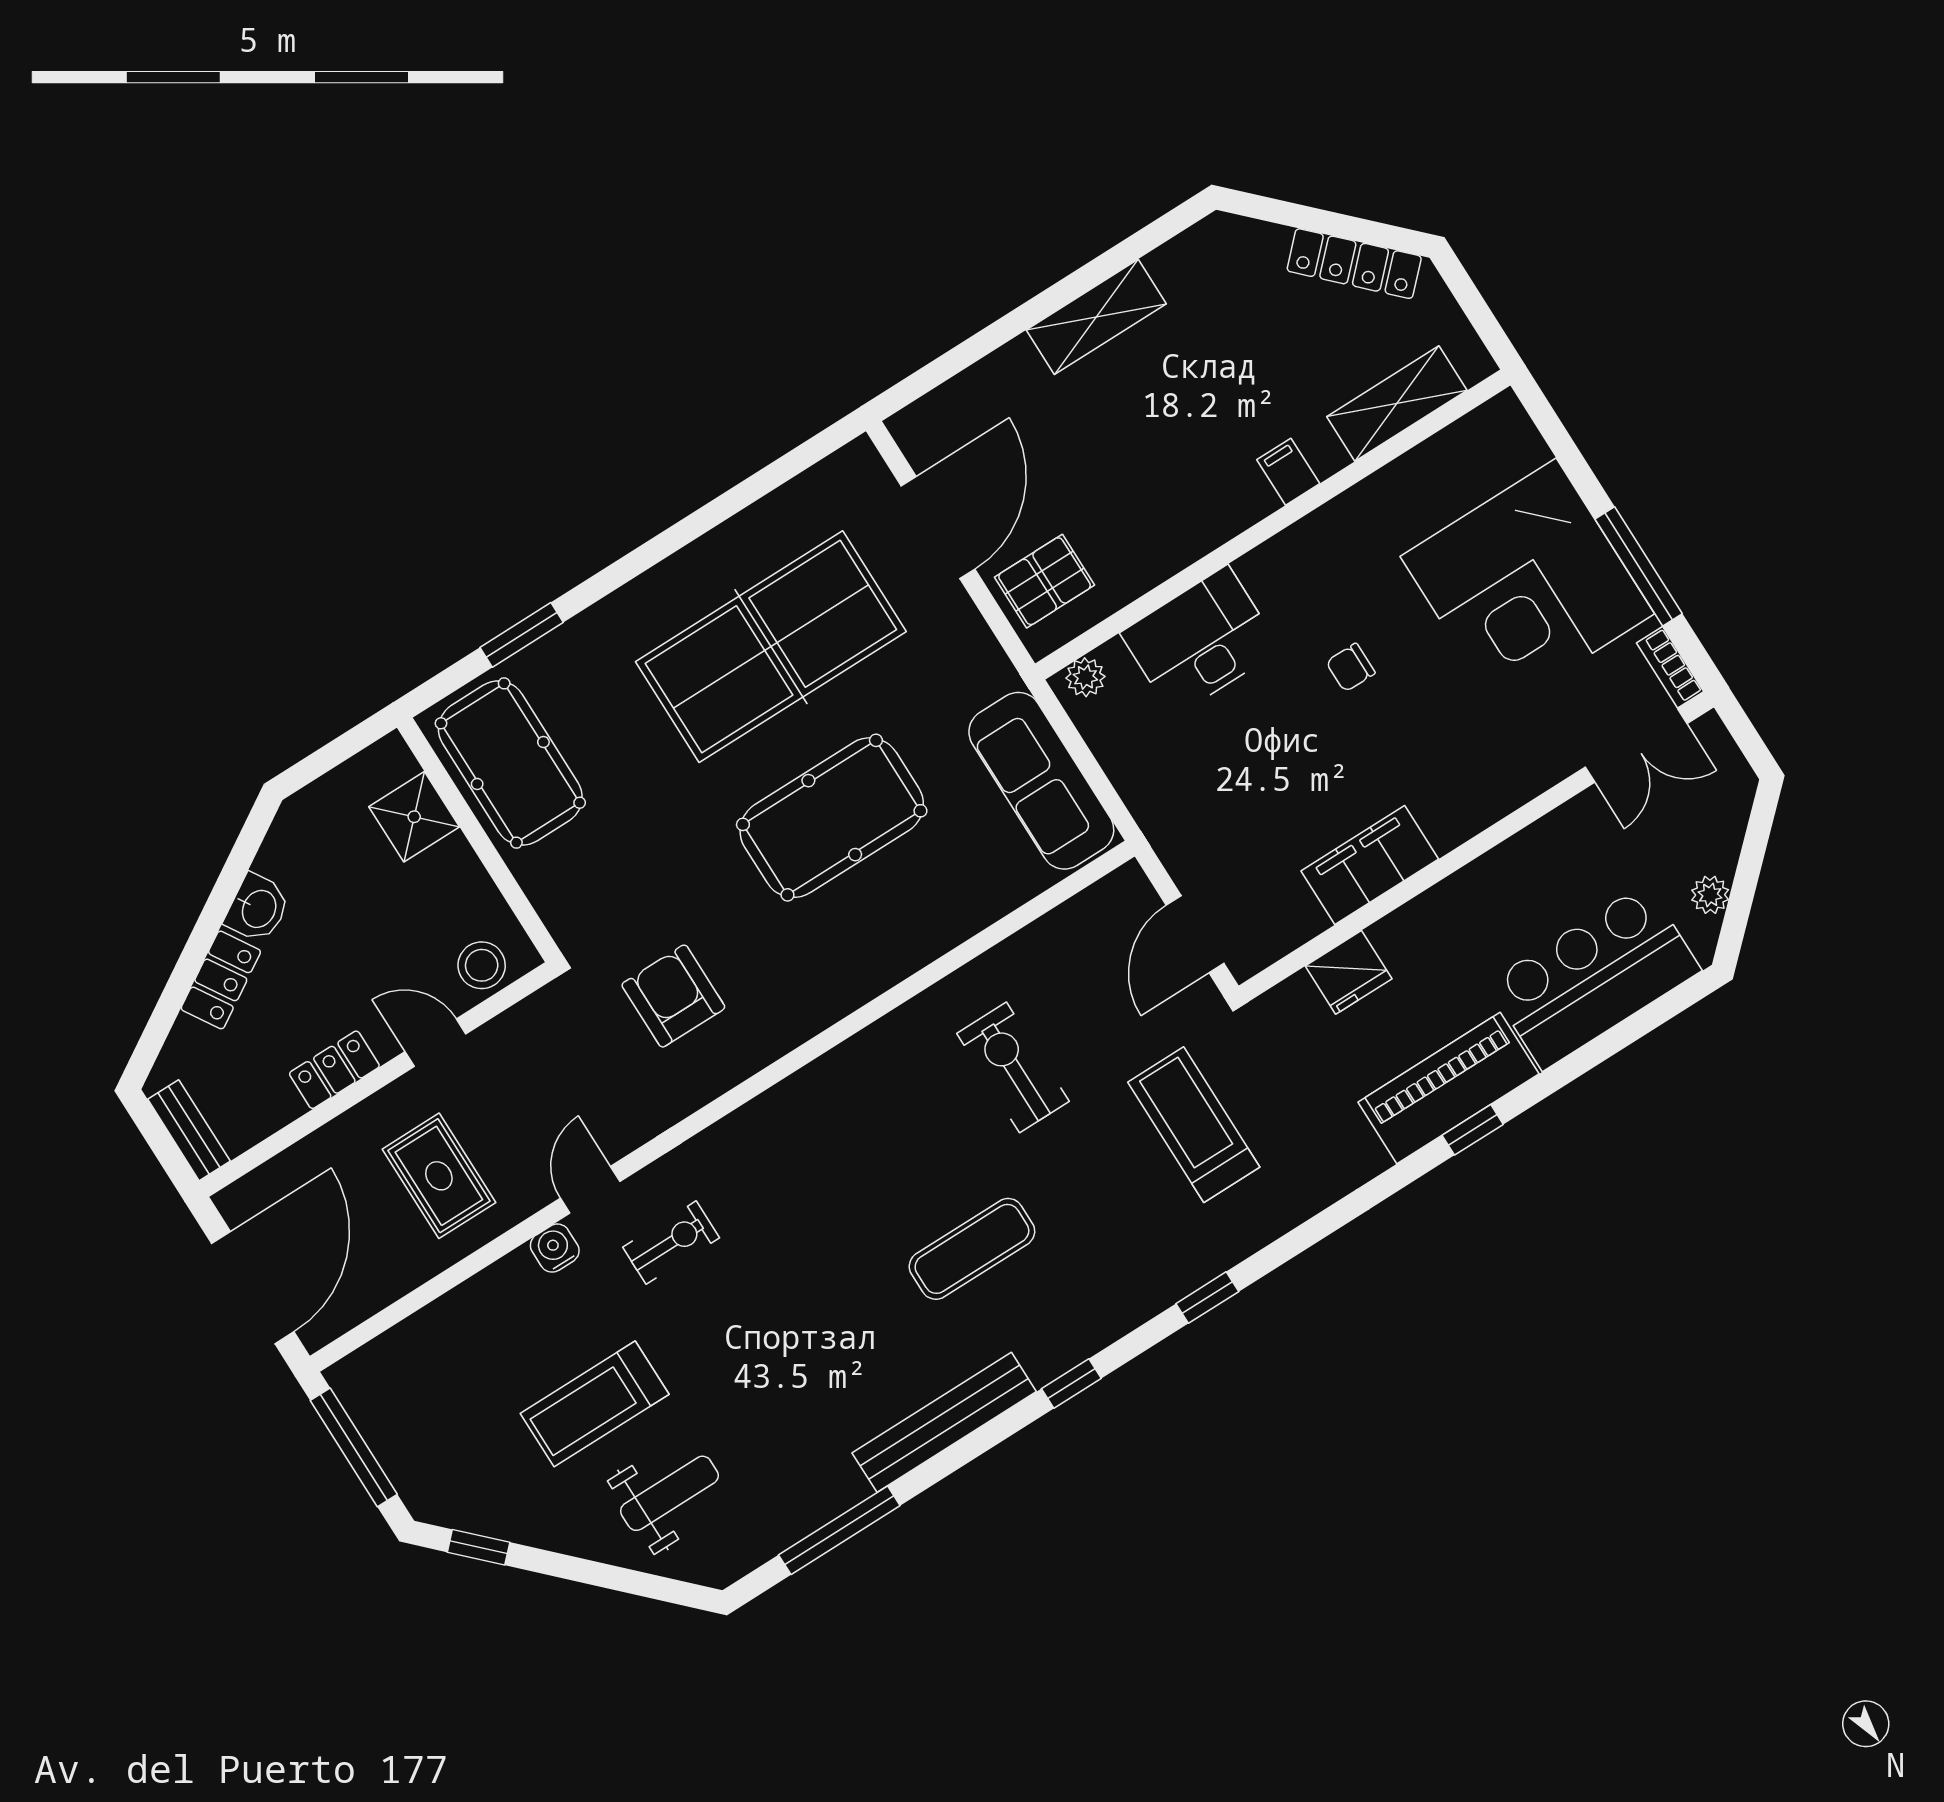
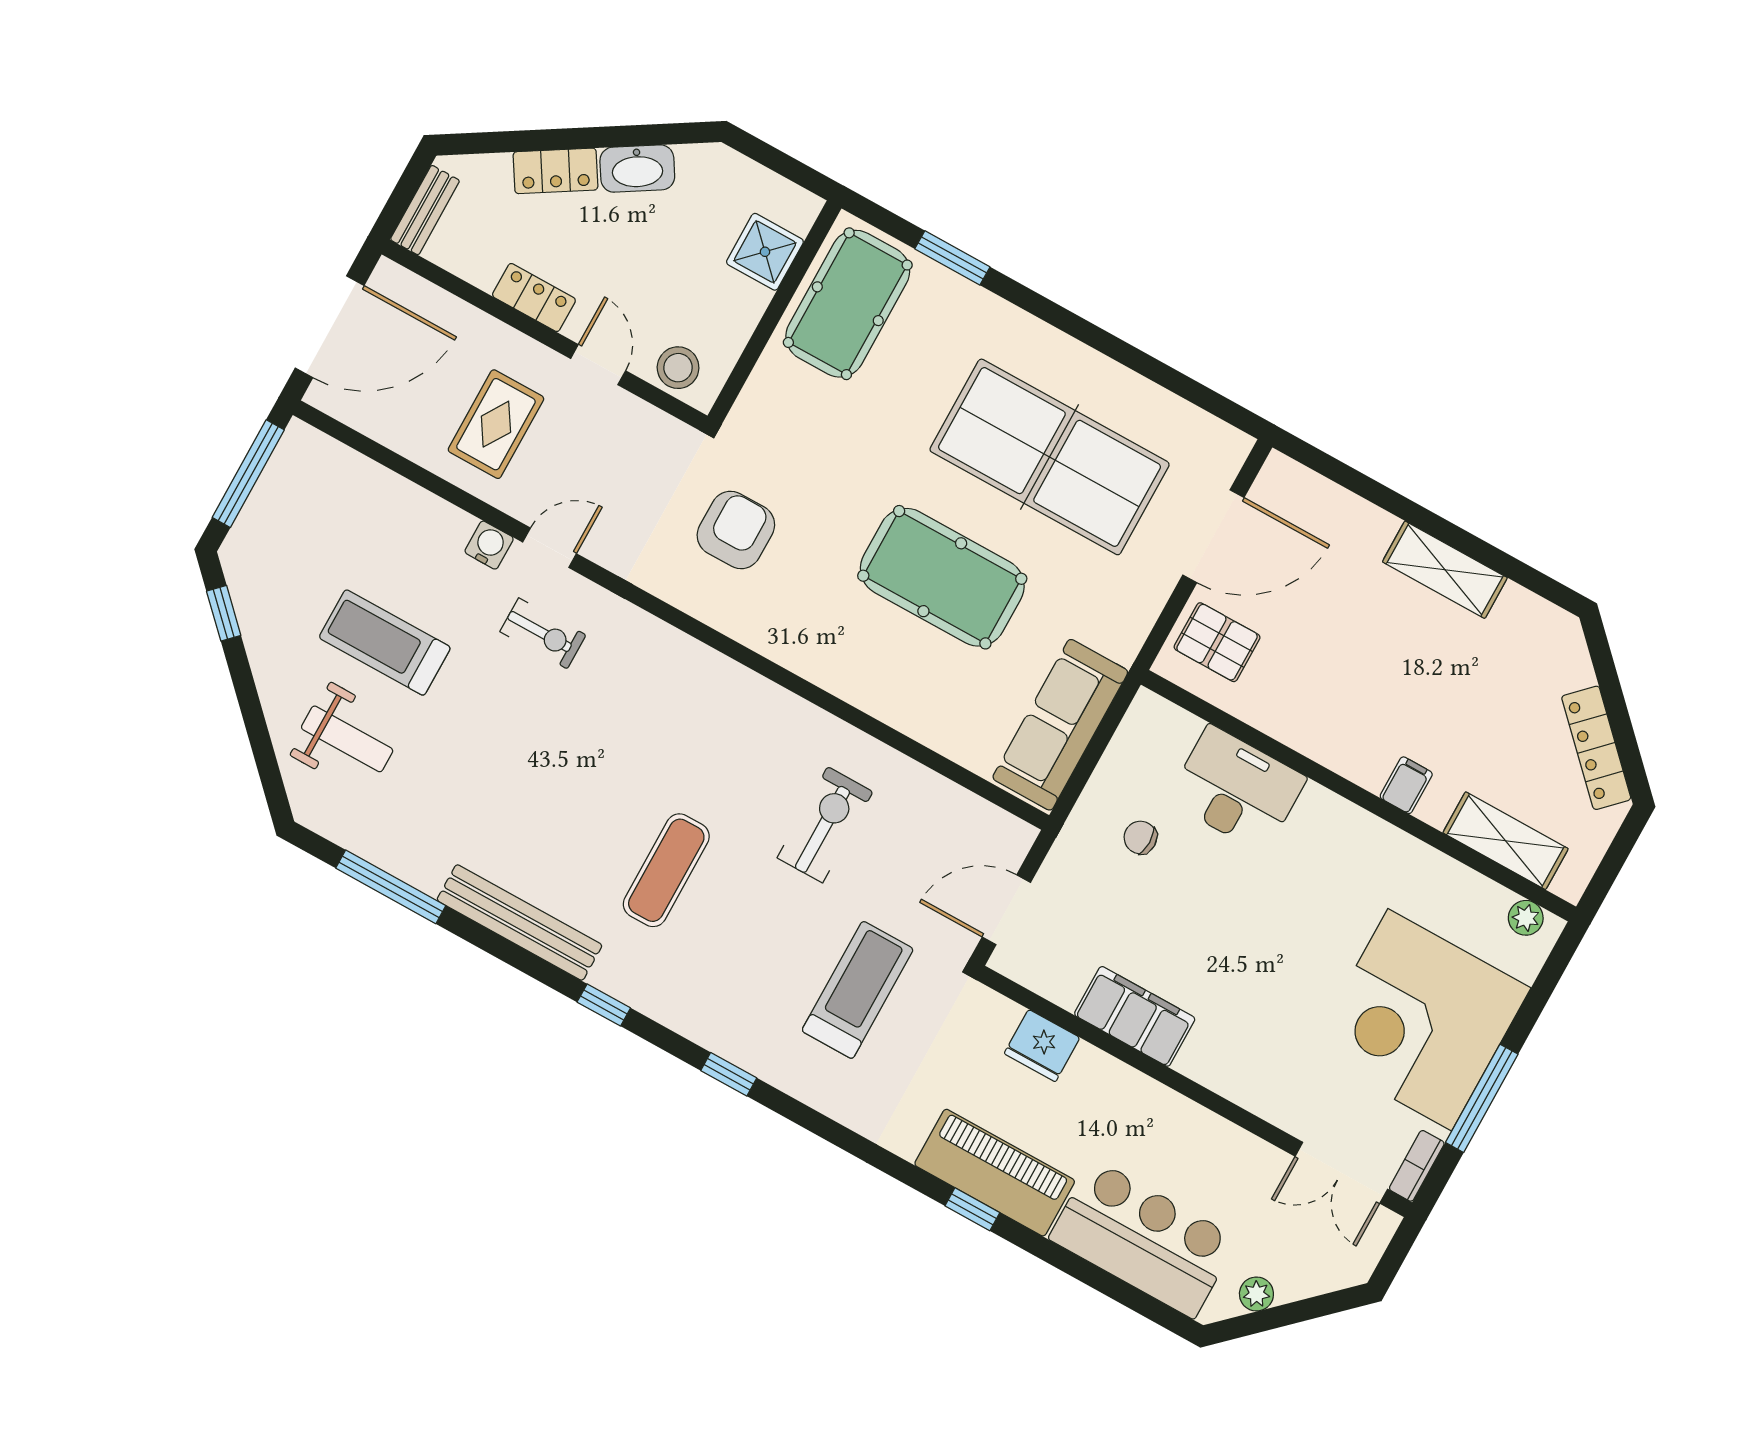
chair: (1351, 668) -> (1140, 837), moved
plant: (1085, 677) -> (1526, 918), moved
washbasin: (258, 908) -> (637, 169), width x1.38
exercise mat: (972, 1249) -> (666, 870), turned 90

